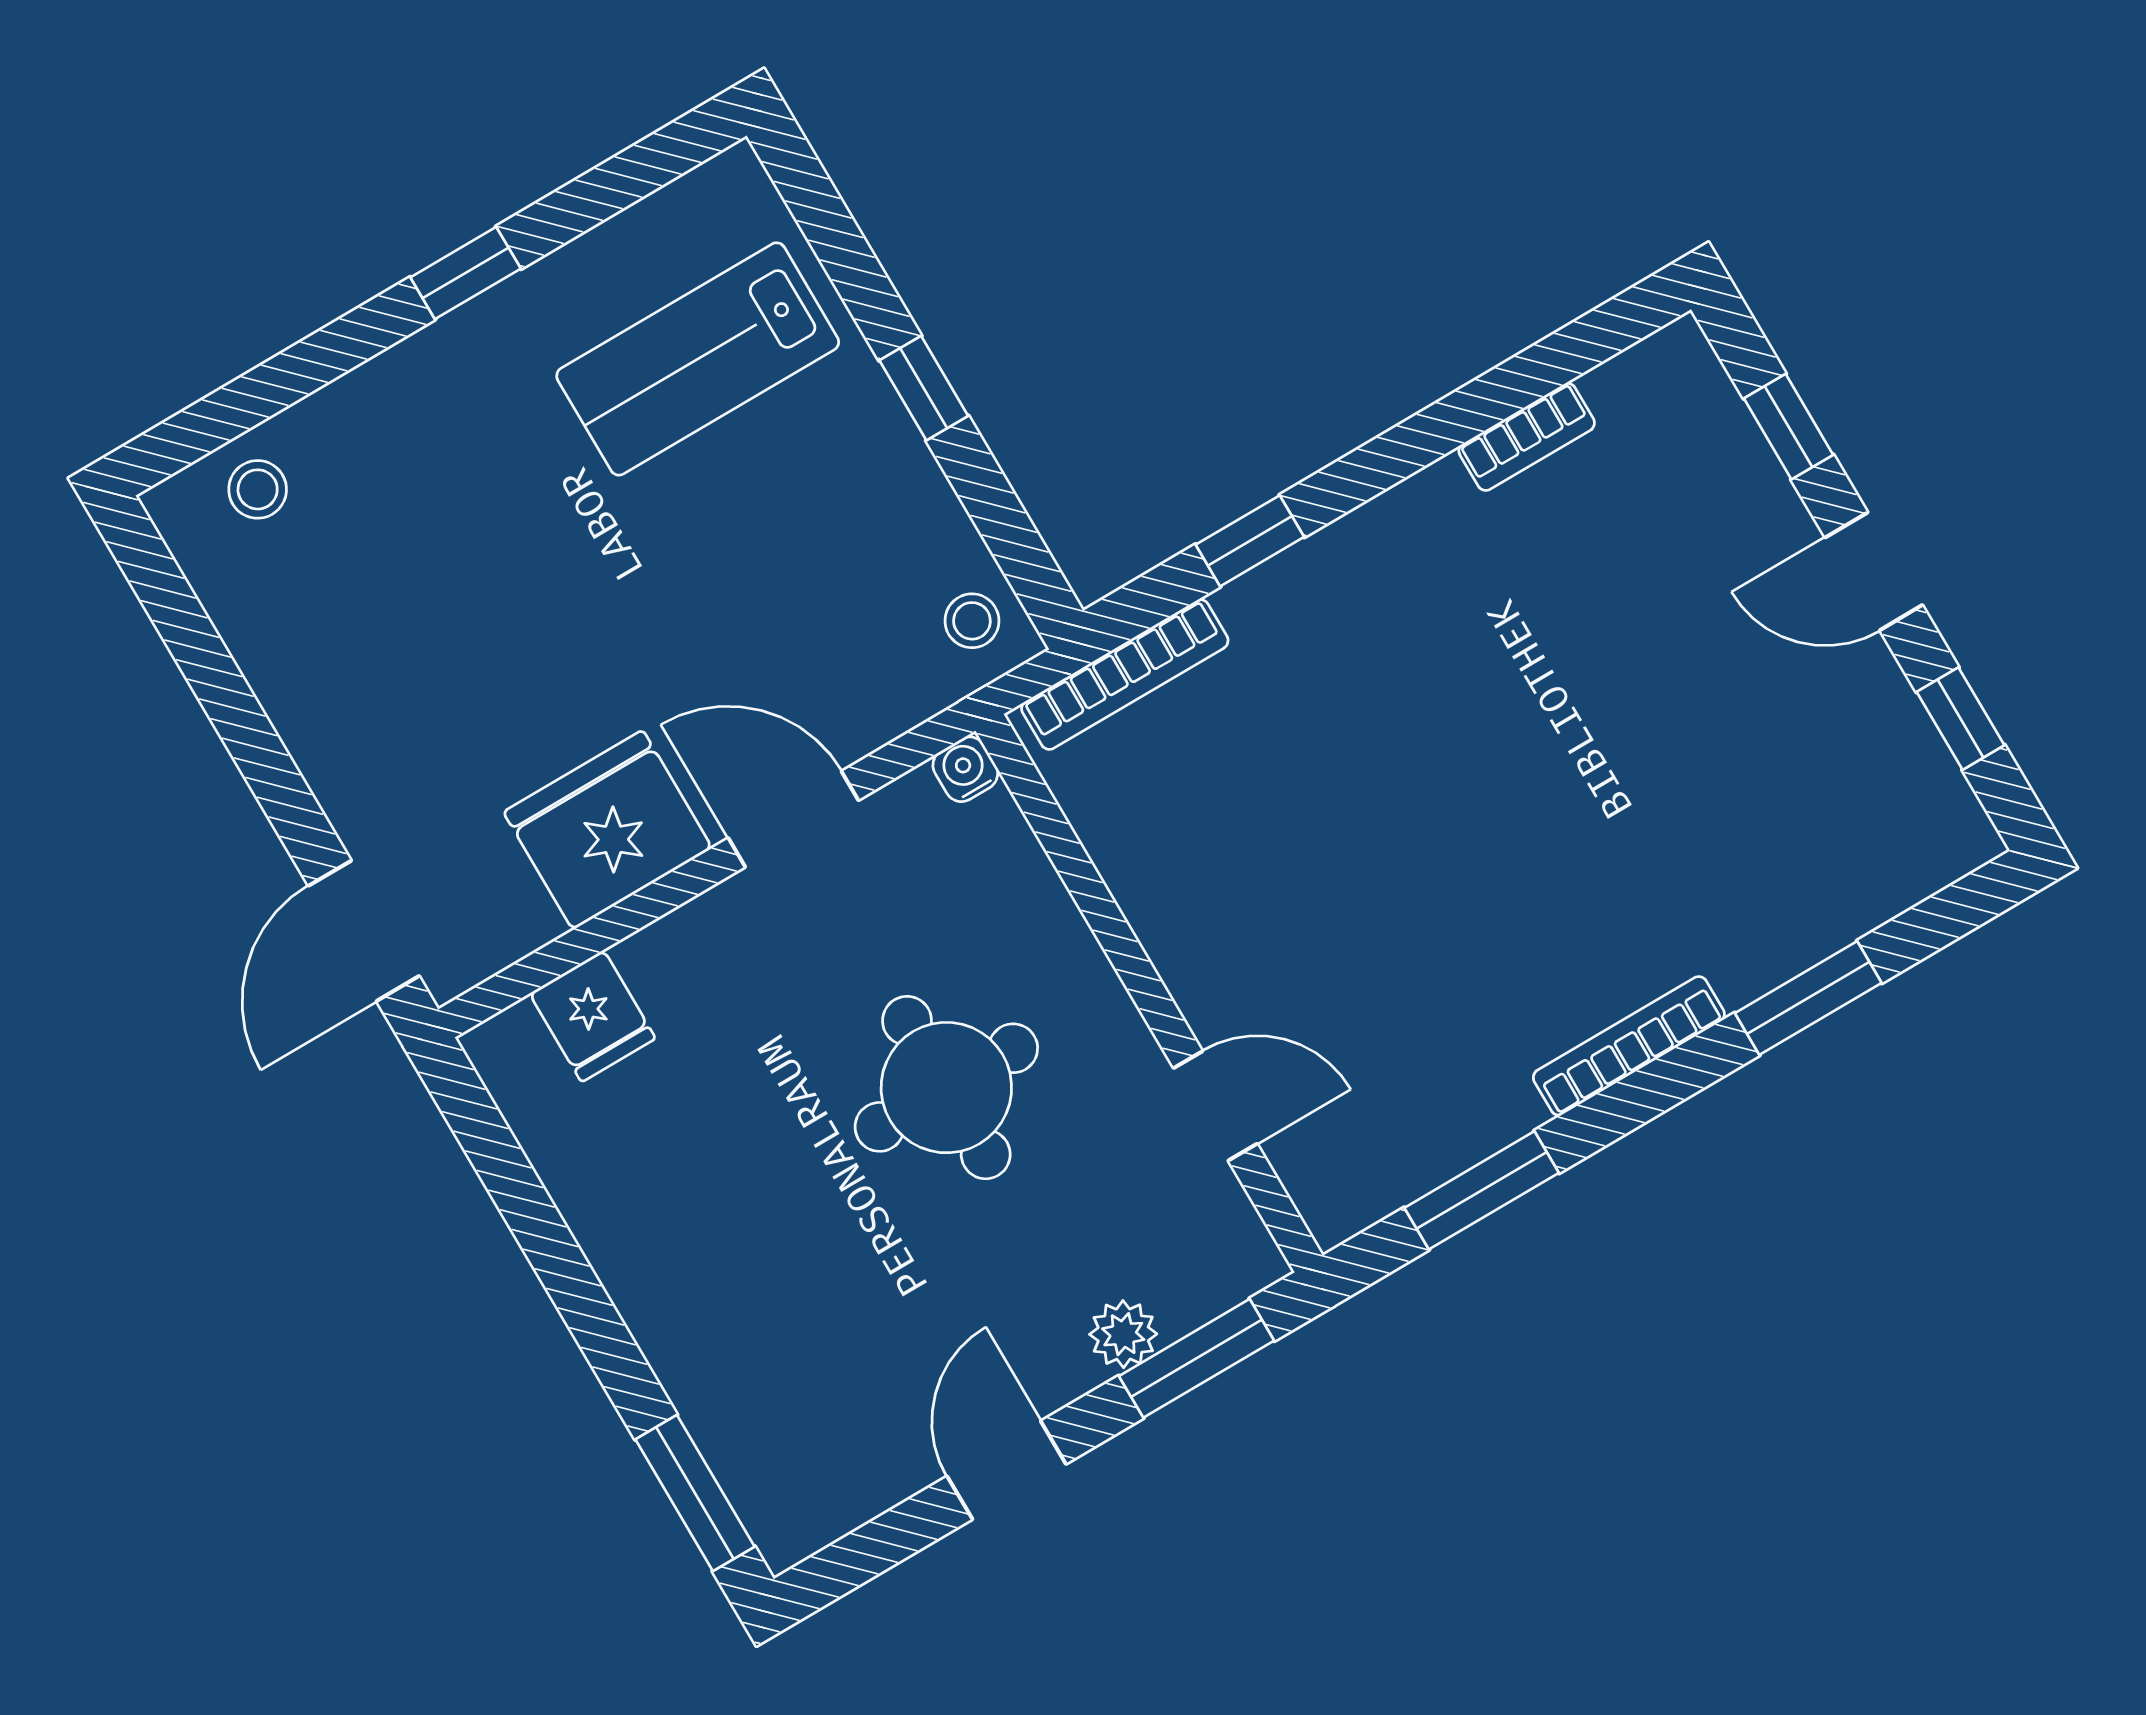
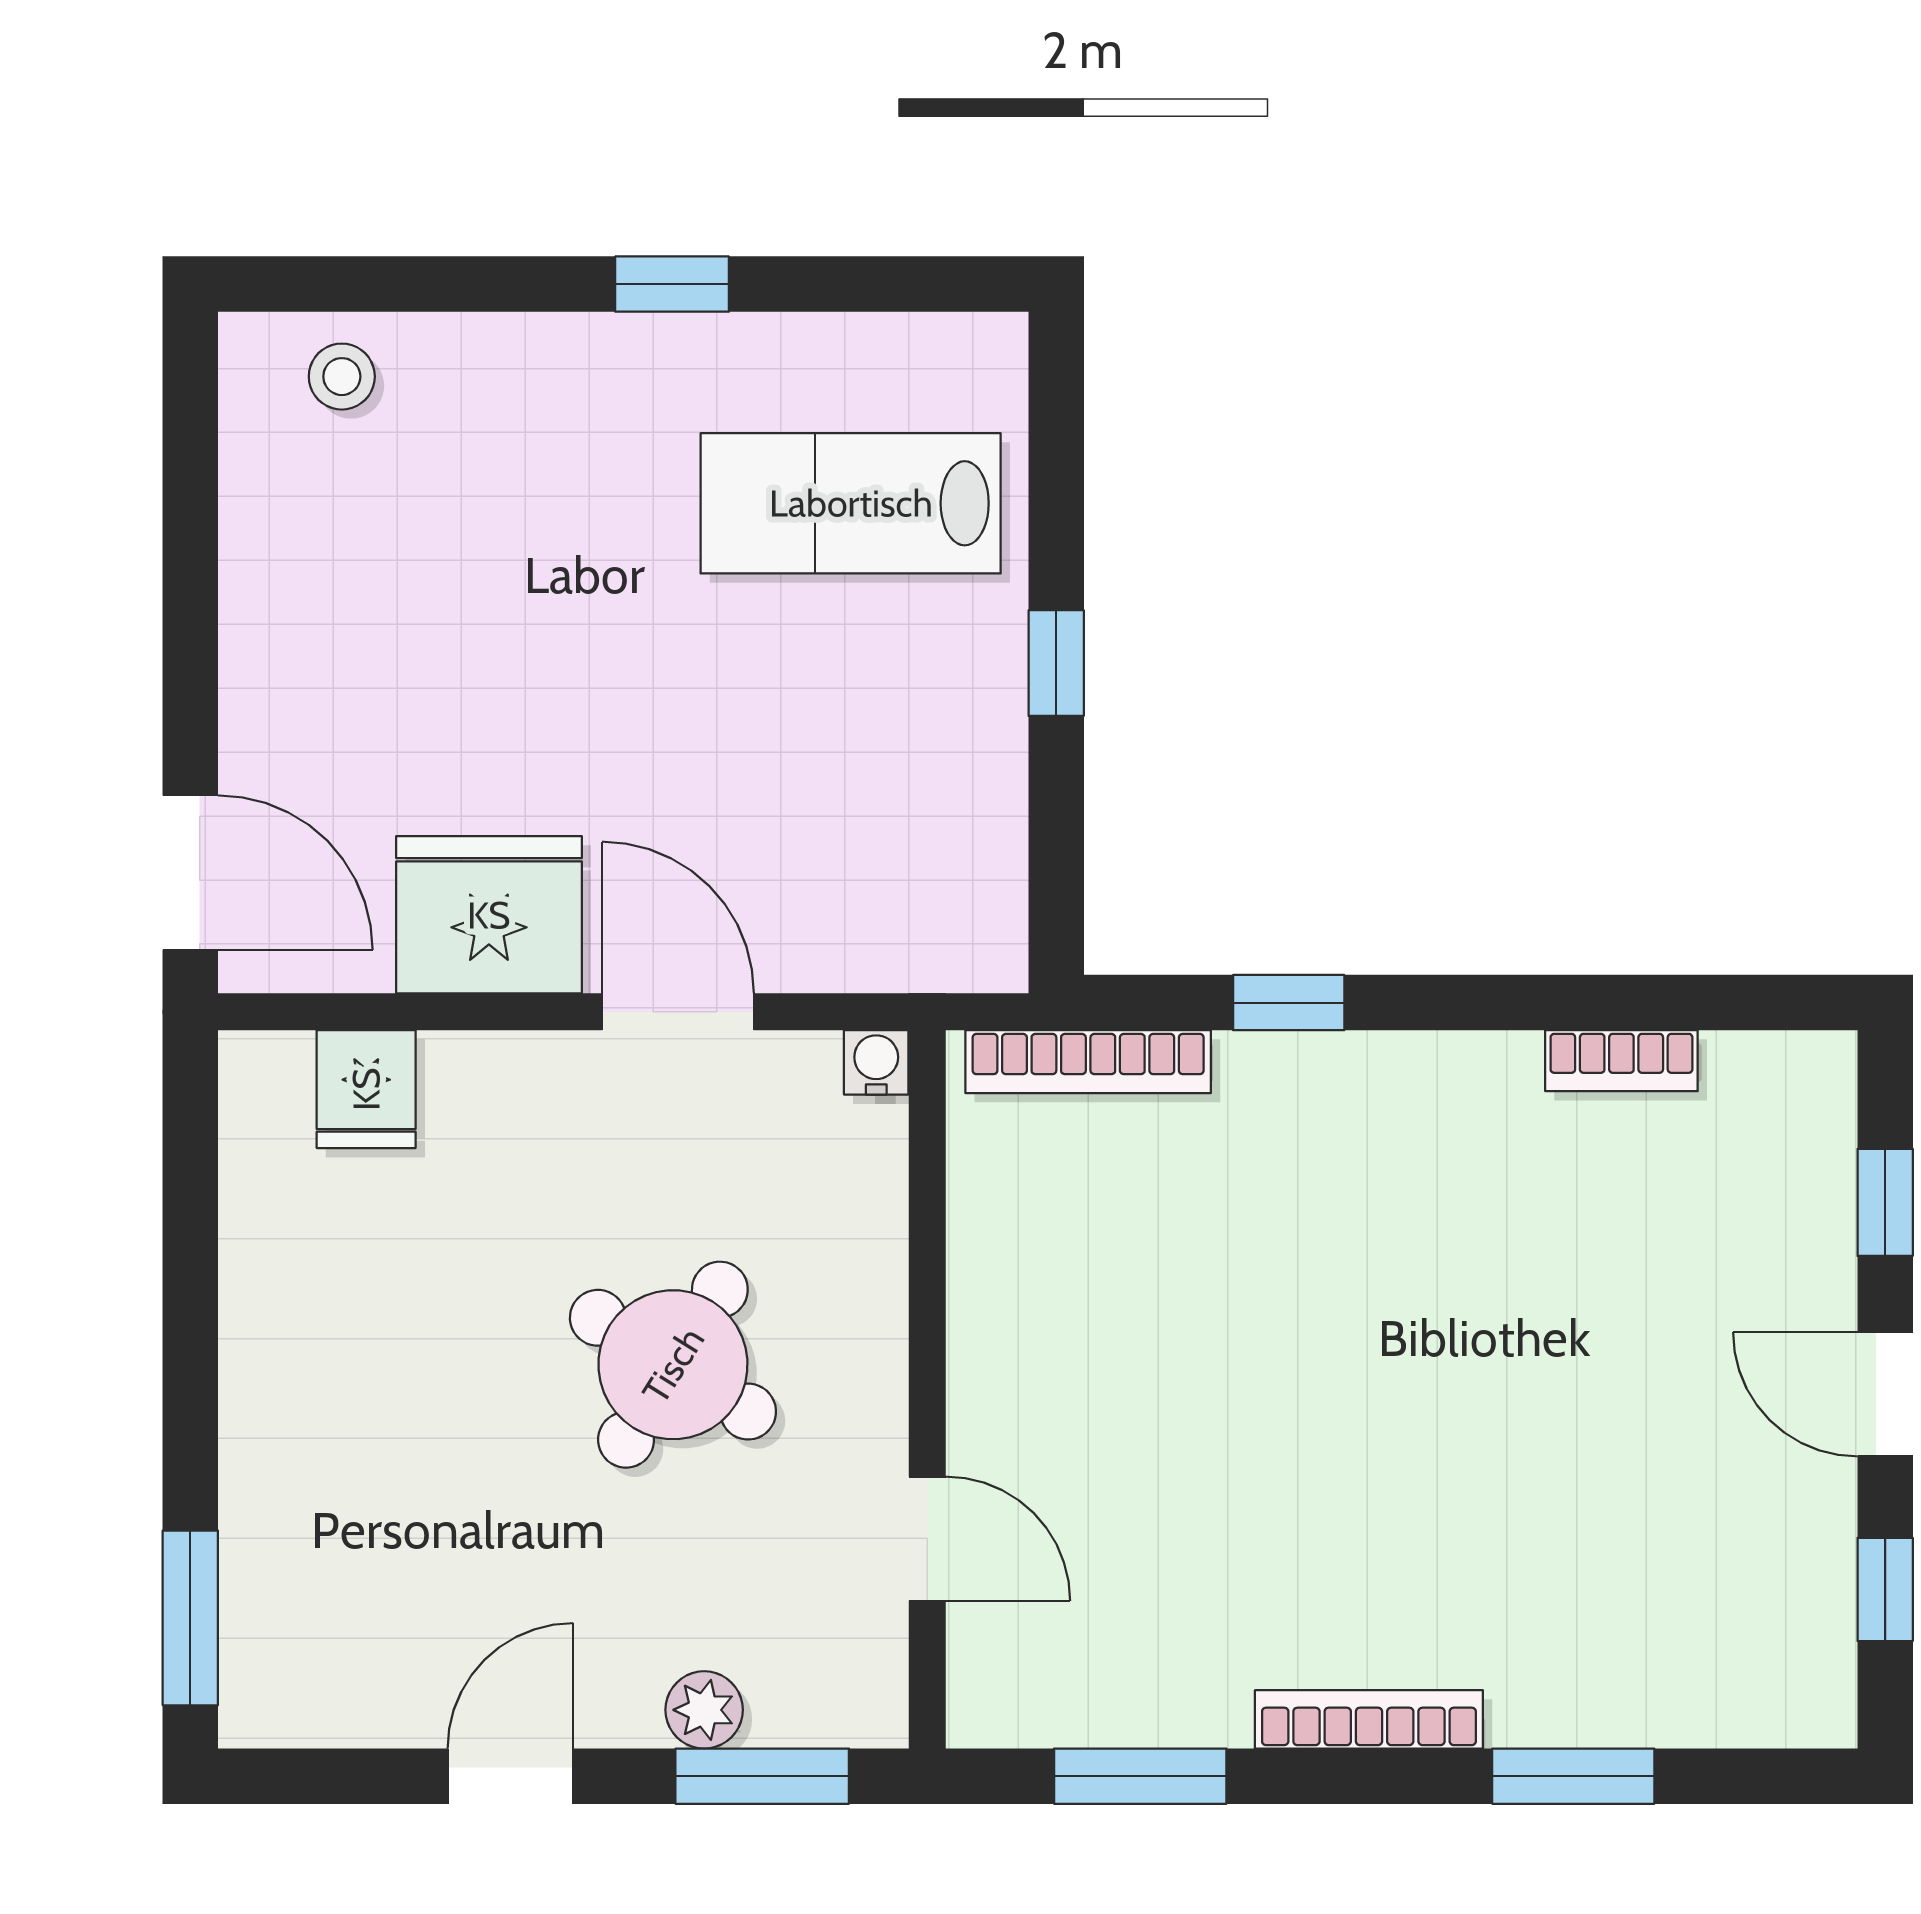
stool: (972, 621) -> (969, 920), removed
door: (364, 931) -> (190, 873), swing flipped
round table: (946, 1088) -> (673, 1365), turned 32

